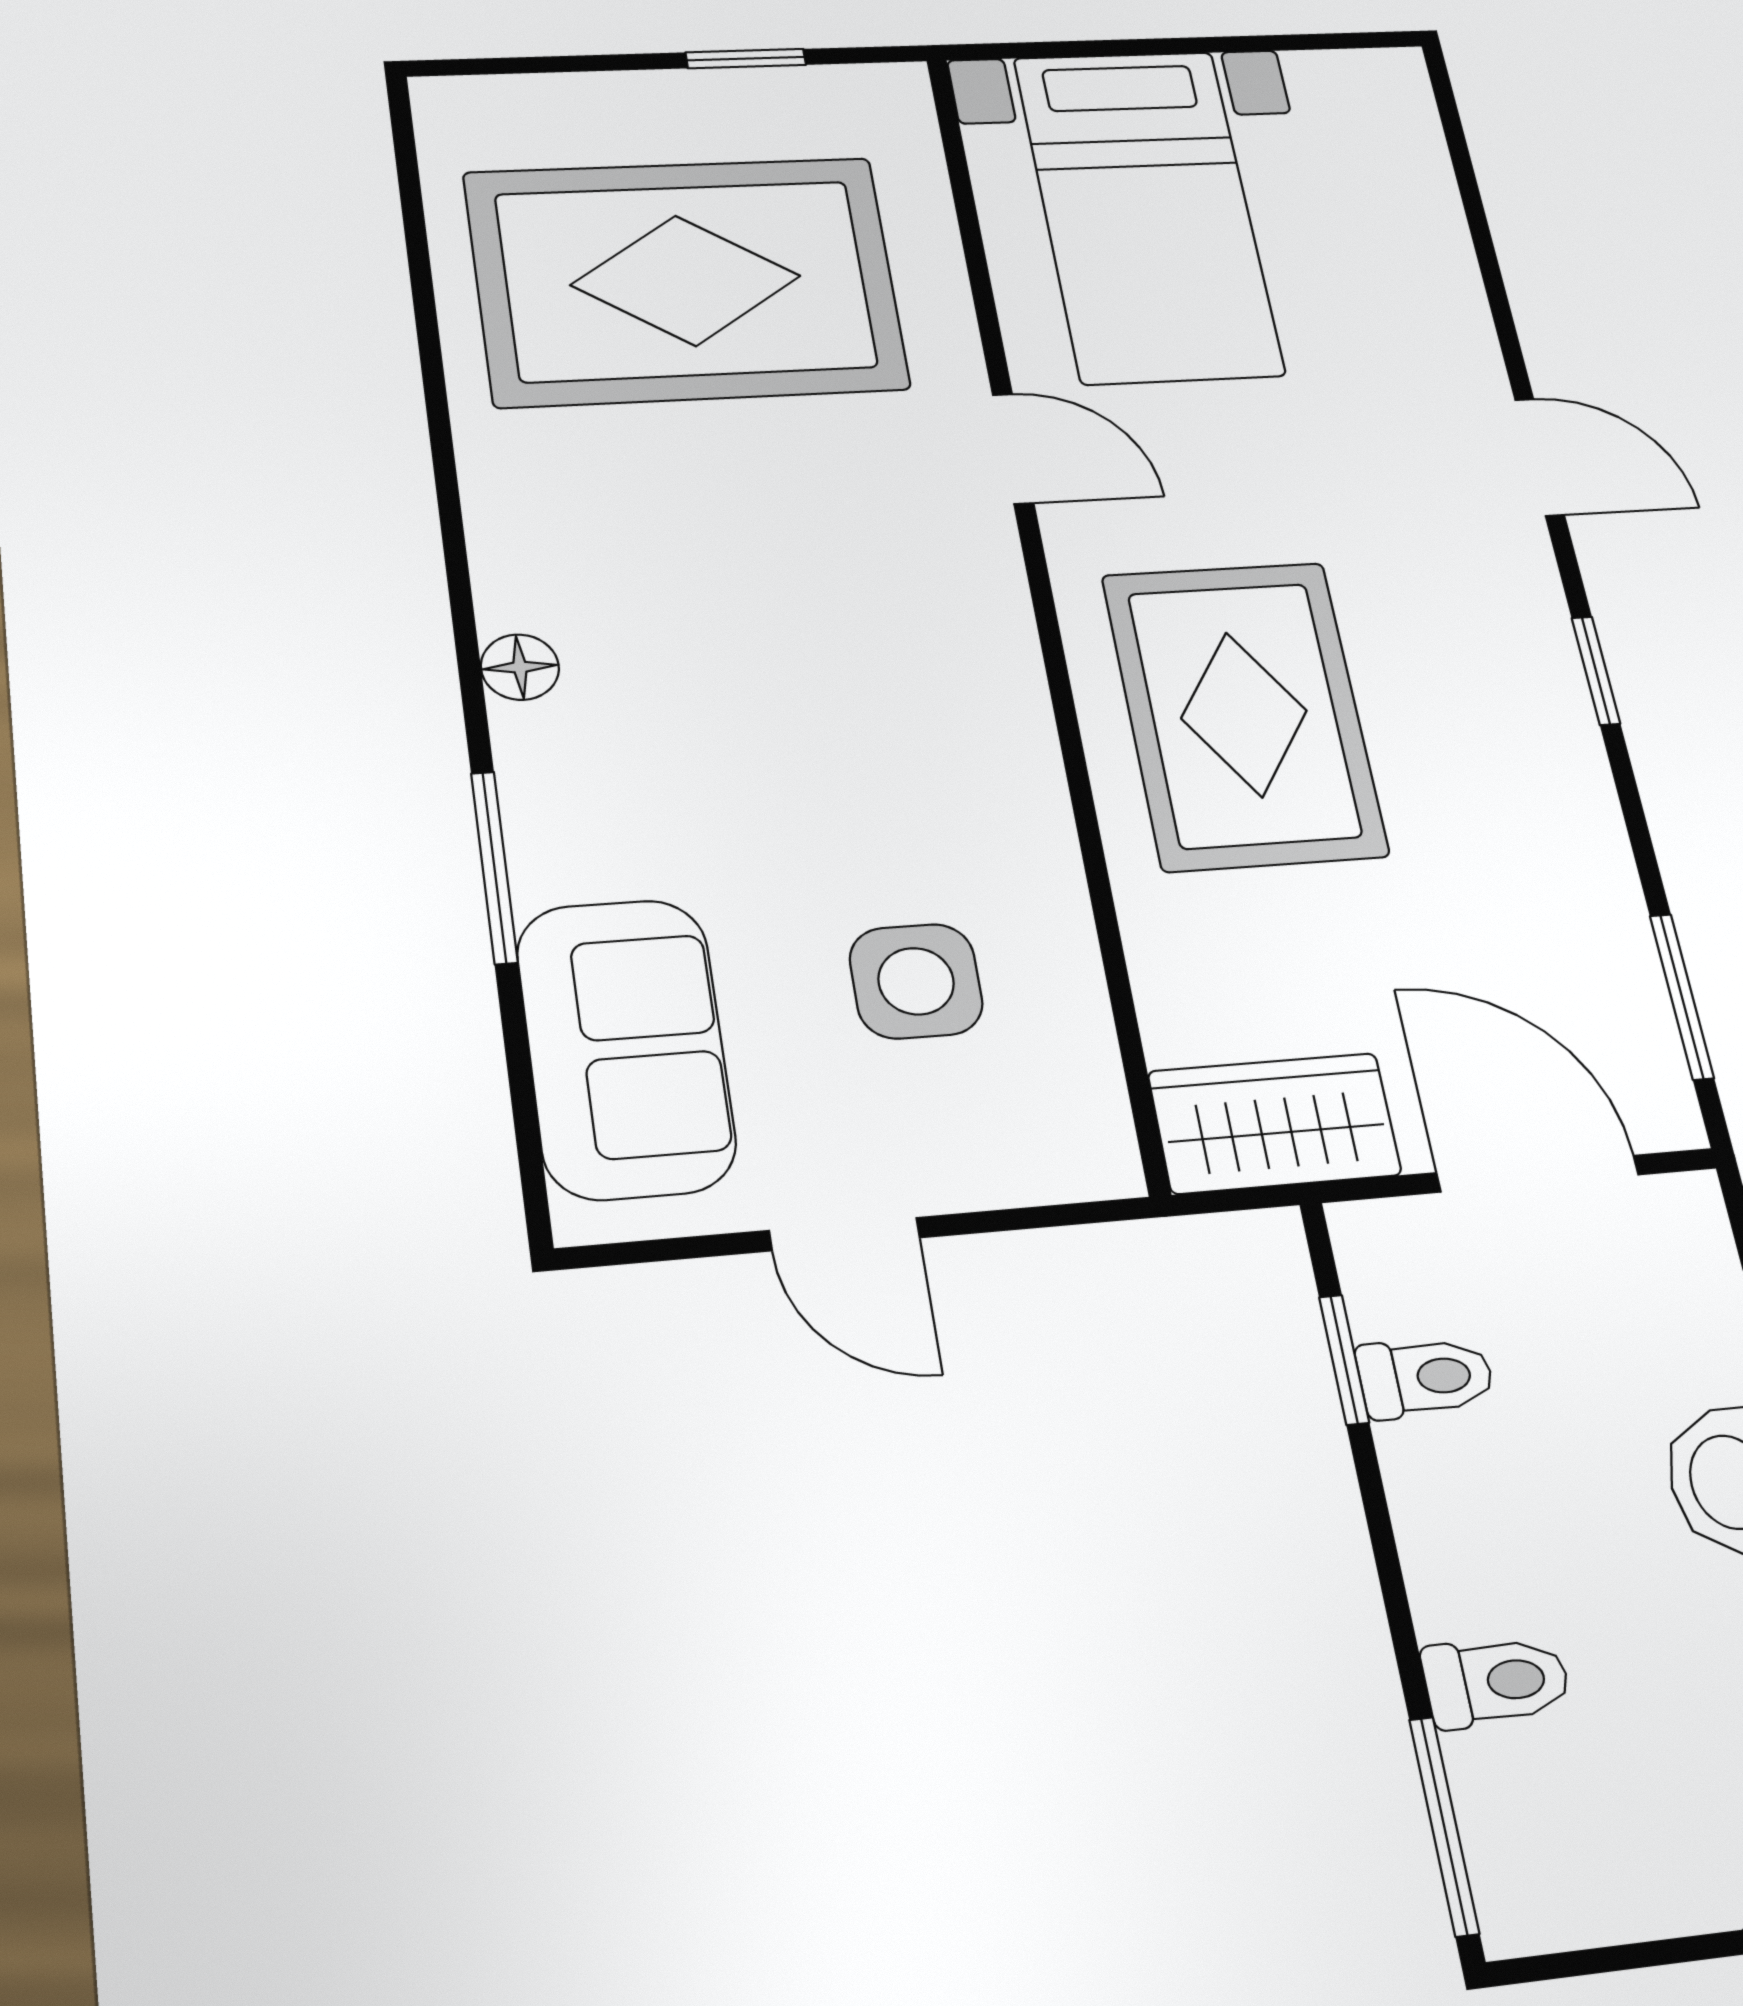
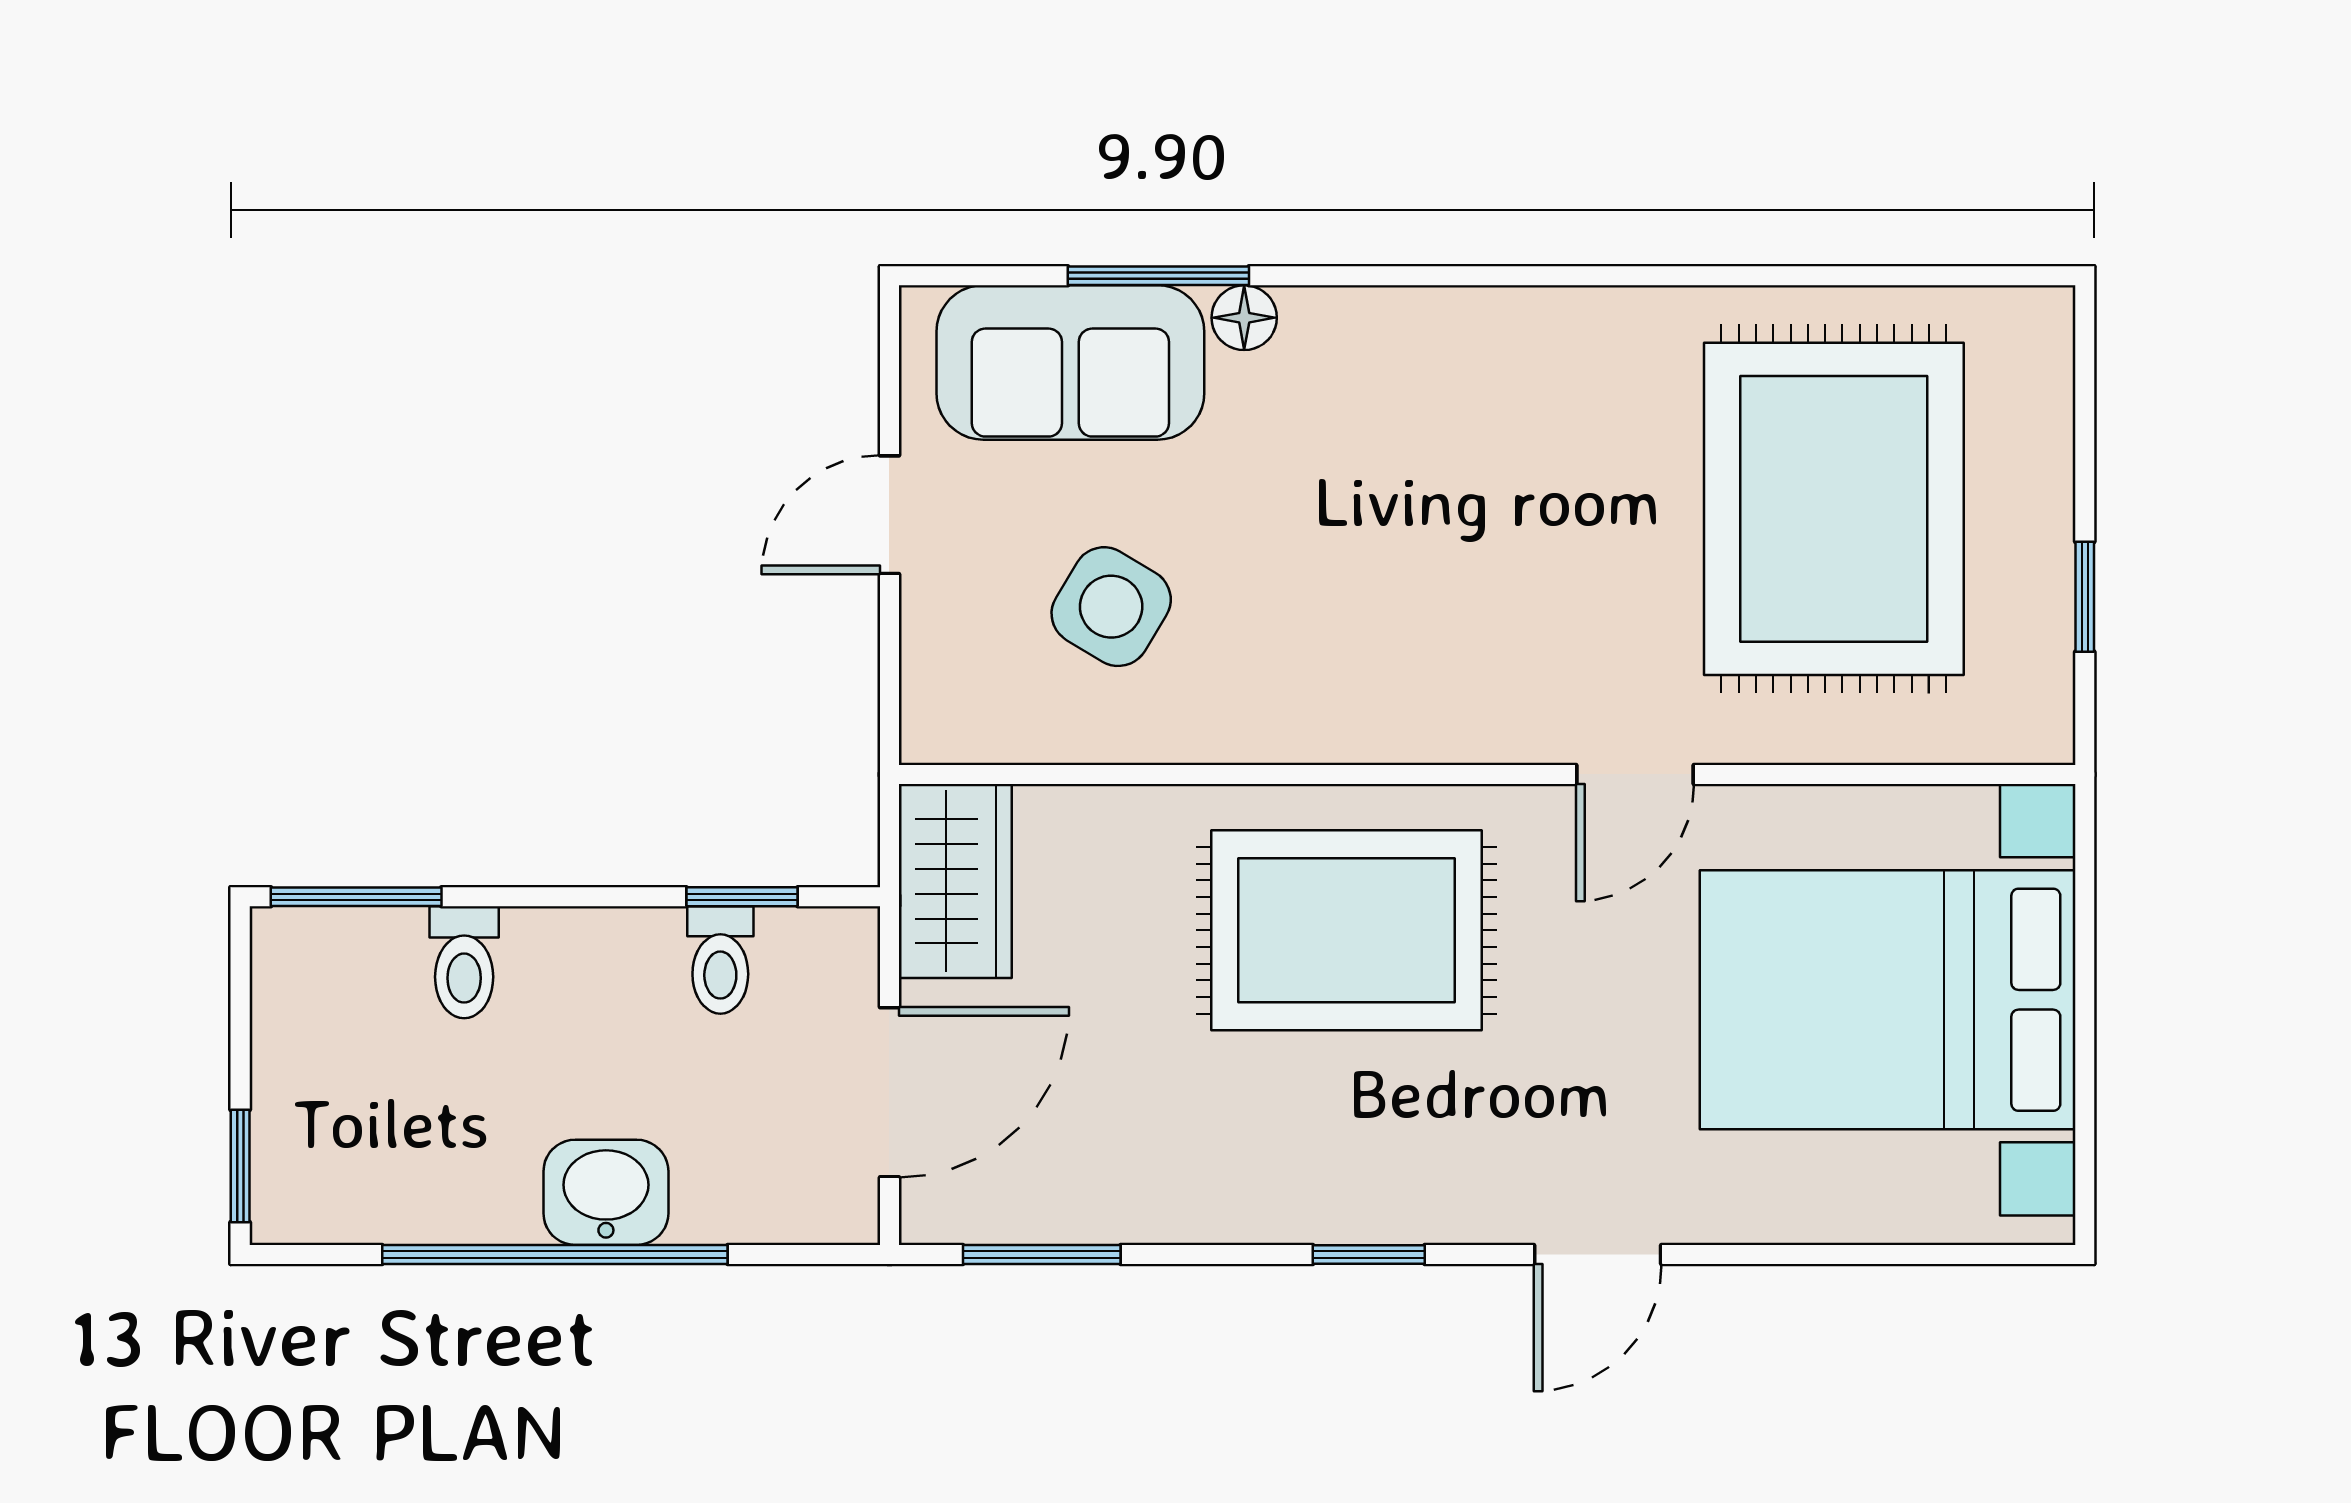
bed with nightstands: (1148, 215) -> (1888, 1000), width x1.36
floor lamp: (520, 667) -> (1244, 318), moved
window: (494, 867) -> (1158, 276), moved
side table: (916, 981) -> (1111, 607), turned 31

